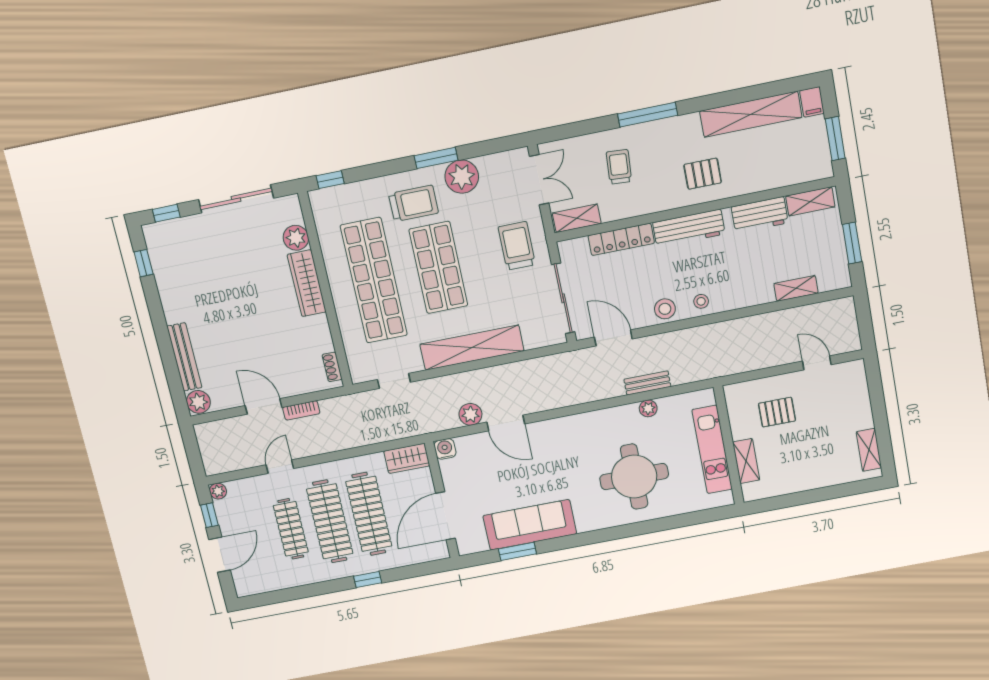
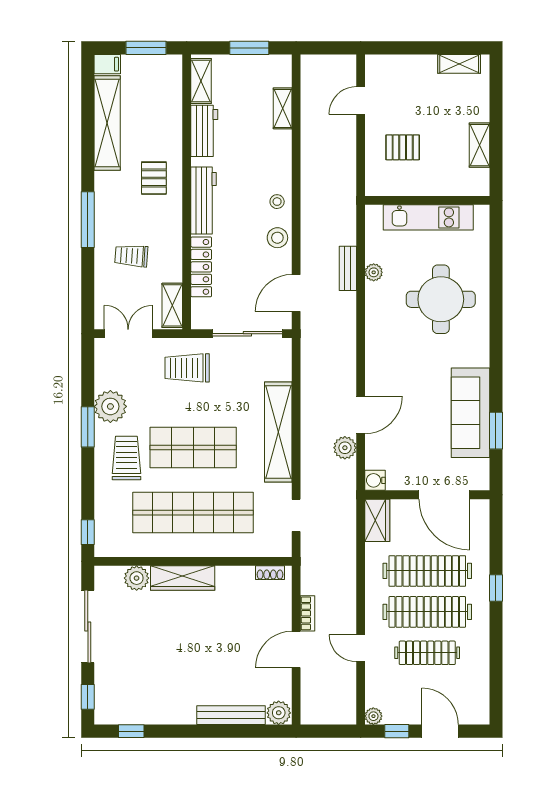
pallet: (777, 412) -> (403, 147), turned 90
shelving: (746, 461) -> (479, 145), moved, turned 90

